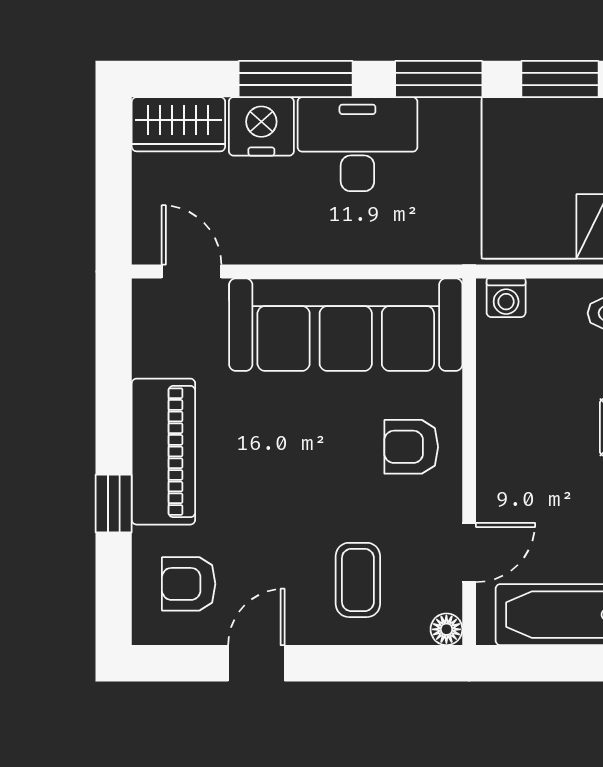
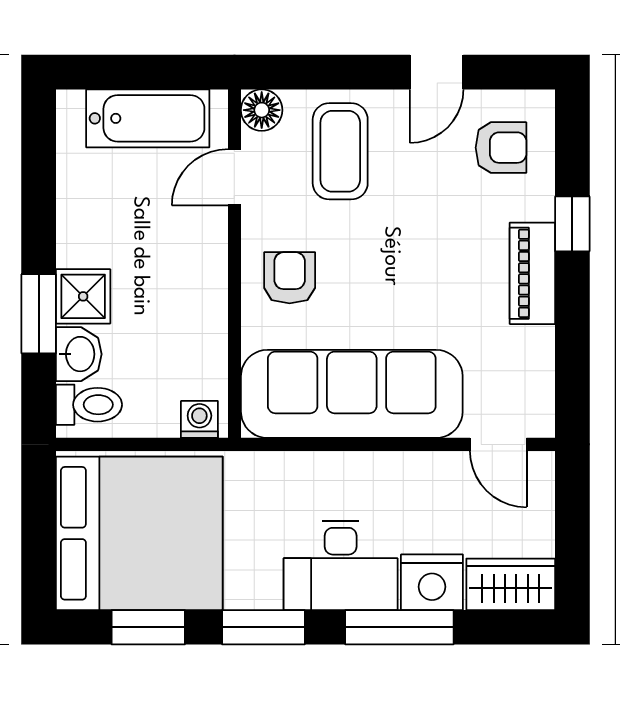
armchair: (411, 447) -> (290, 278), turned -90
piano: (163, 452) -> (532, 273), width x0.73, depth x0.75
coffee table: (358, 580) -> (340, 151), width x1.36, depth x1.30
floor lamp: (446, 629) -> (262, 110), width x1.37, depth x1.37

